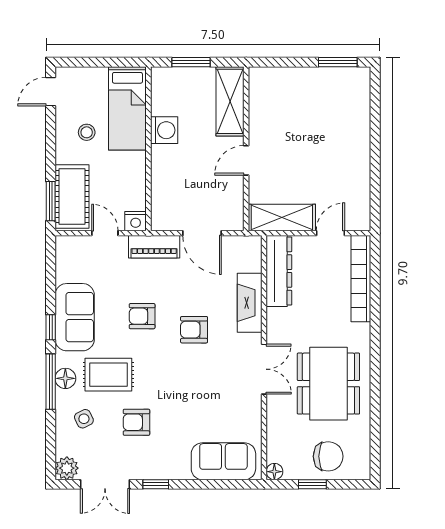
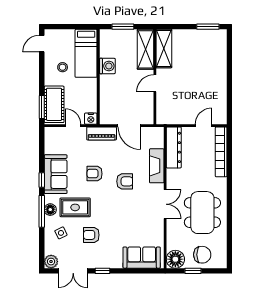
shelving: (282, 218) -> (164, 49), moved, turned 90
armchair: (194, 330) -> (125, 181), turned 180
floor lamp: (274, 472) -> (175, 259), width x1.89, depth x1.89

